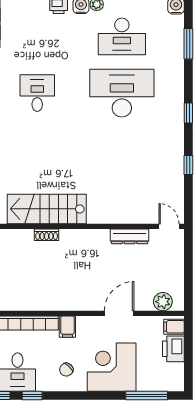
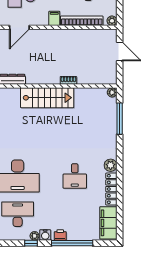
stairs: (47, 209) -> (47, 98), moved

